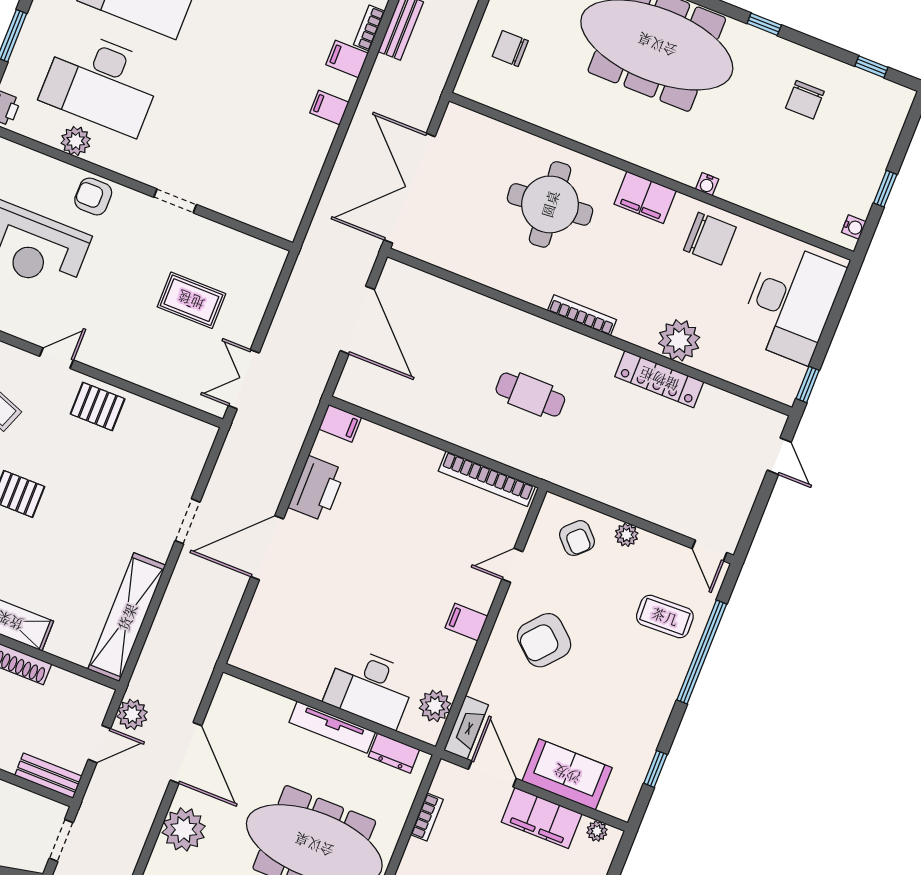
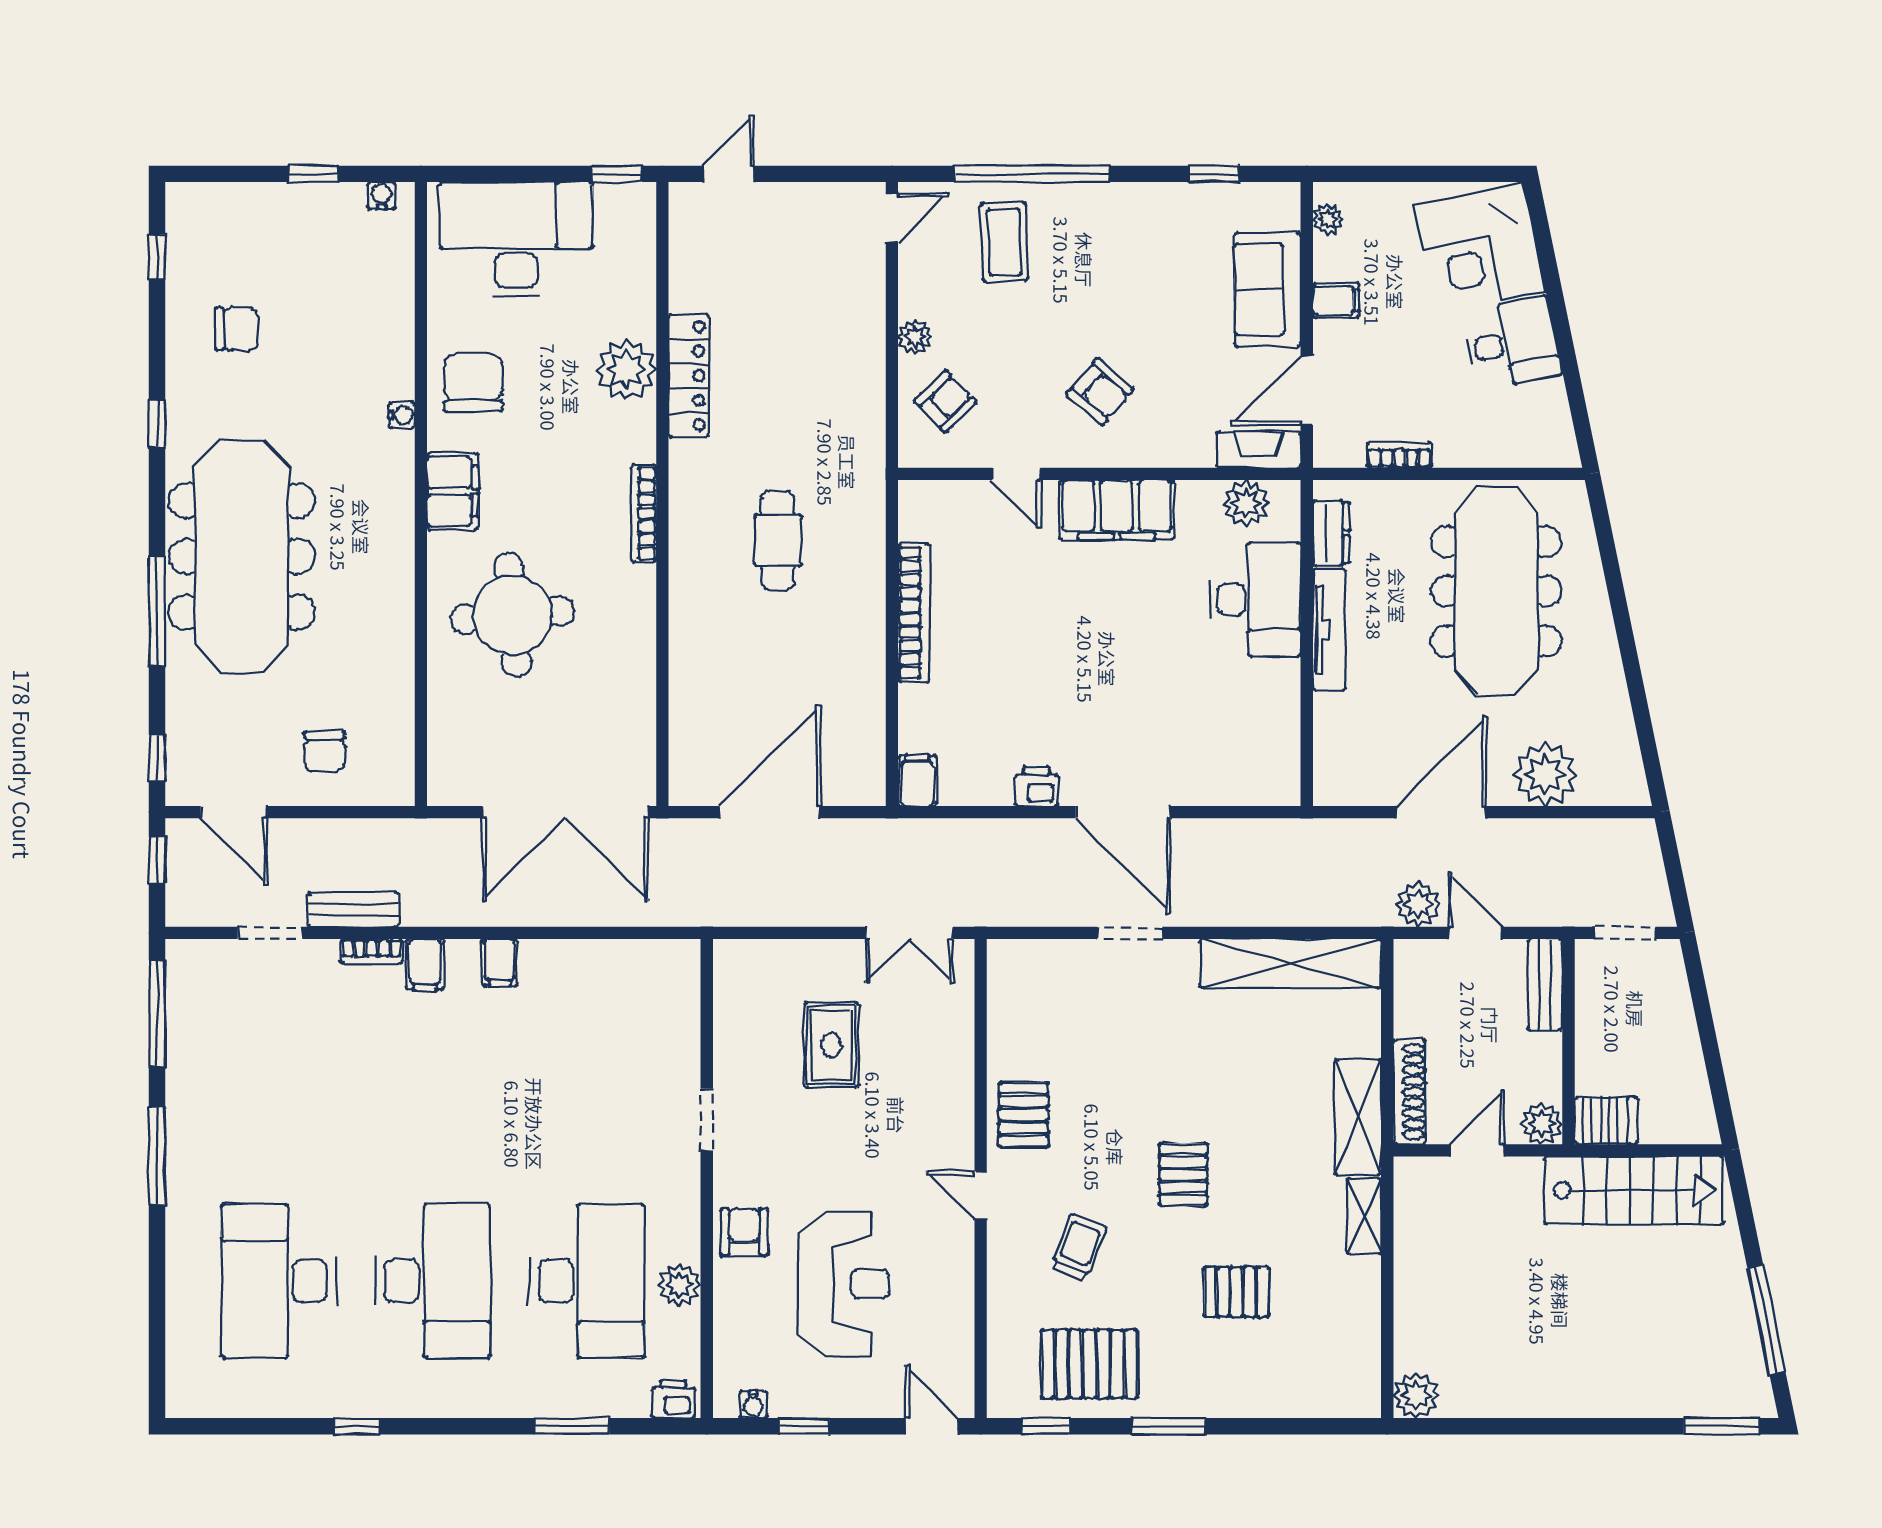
armchair: (93, 196) -> (744, 1232), turned 180
bookcase: (487, 479) -> (914, 613), moved
printer: (317, 489) -> (1036, 786), width x0.53, depth x0.68
filing cabinet: (466, 622) -> (1117, 510), width x3.00, depth x1.17
armchair: (544, 640) -> (1100, 392), width x0.72, depth x0.72
filing cabinet: (542, 818) -> (1336, 300), width x0.33, depth x0.86

